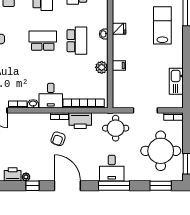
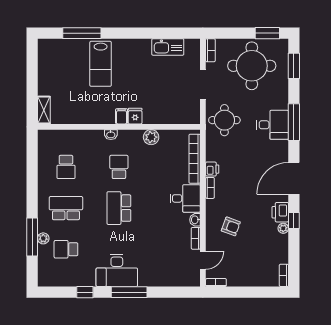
lab bench: (162, 25) -> (101, 64), turned -90
fridge: (119, 29) -> (135, 116), moved
school desk: (77, 41) -> (119, 167), width x0.54
filing cabinet: (119, 65) -> (122, 116), moved
printer: (80, 121) -> (212, 169), width x0.53, depth x0.68
armchair: (58, 139) -> (231, 226), moved
printer: (13, 174) -> (280, 212), moved

